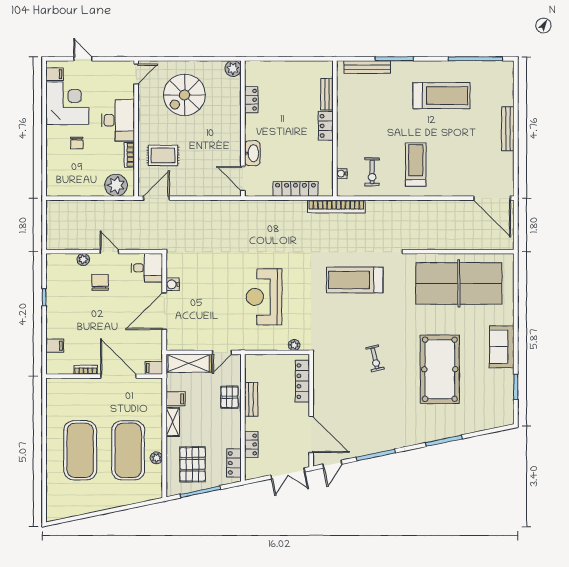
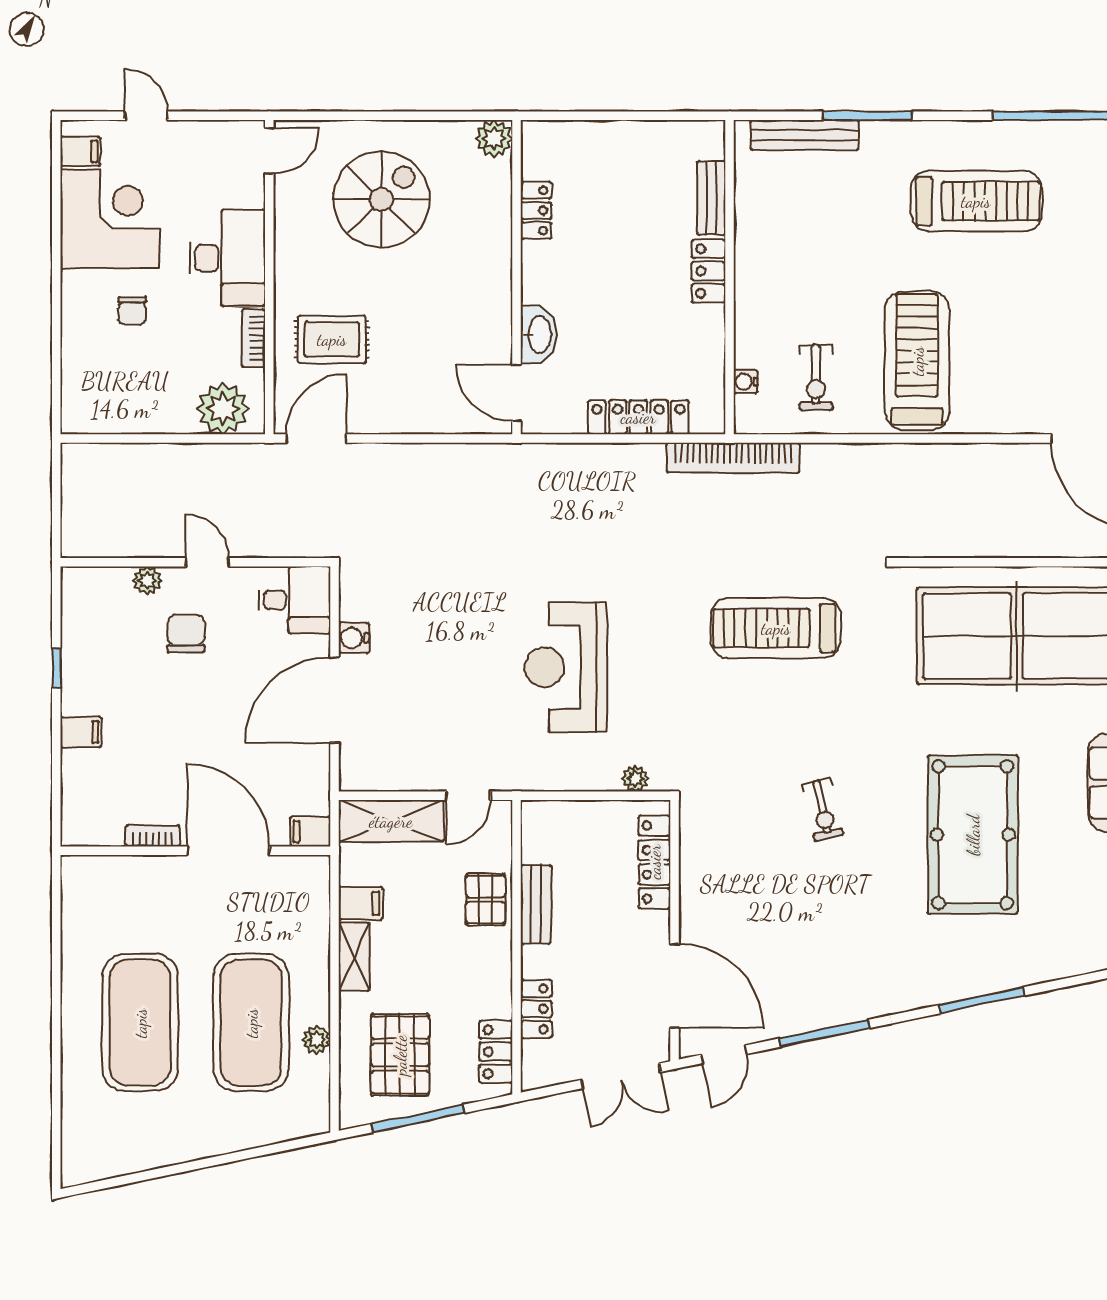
spiral stairs: (184, 95) -> (381, 199), turned 180
treadmill: (416, 165) -> (917, 361), width x1.37, depth x1.38
filing cabinet: (55, 346) -> (81, 732), moved

